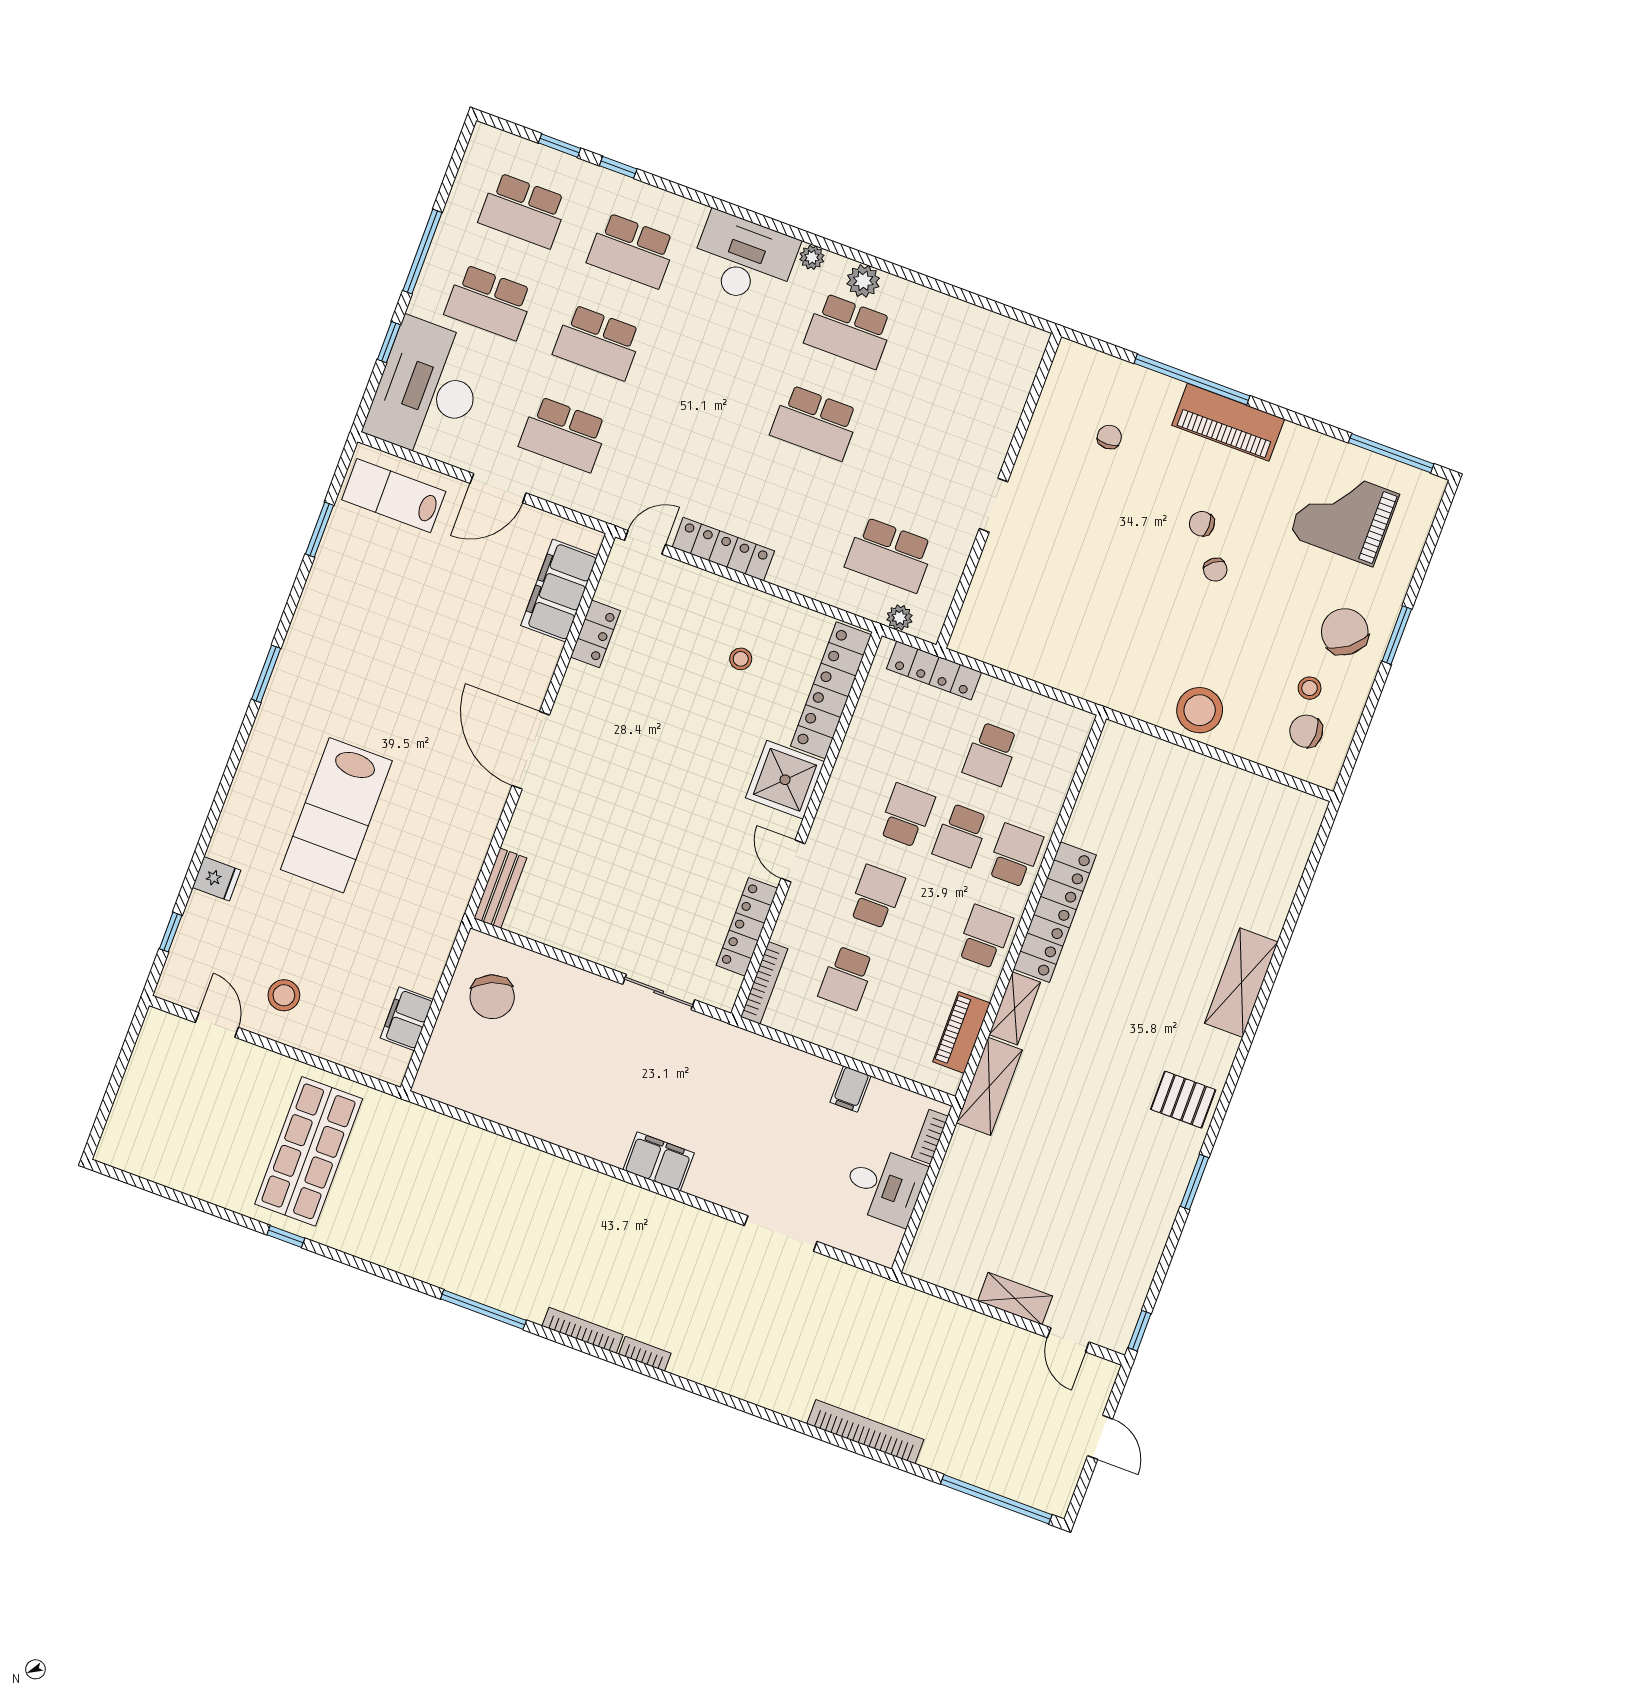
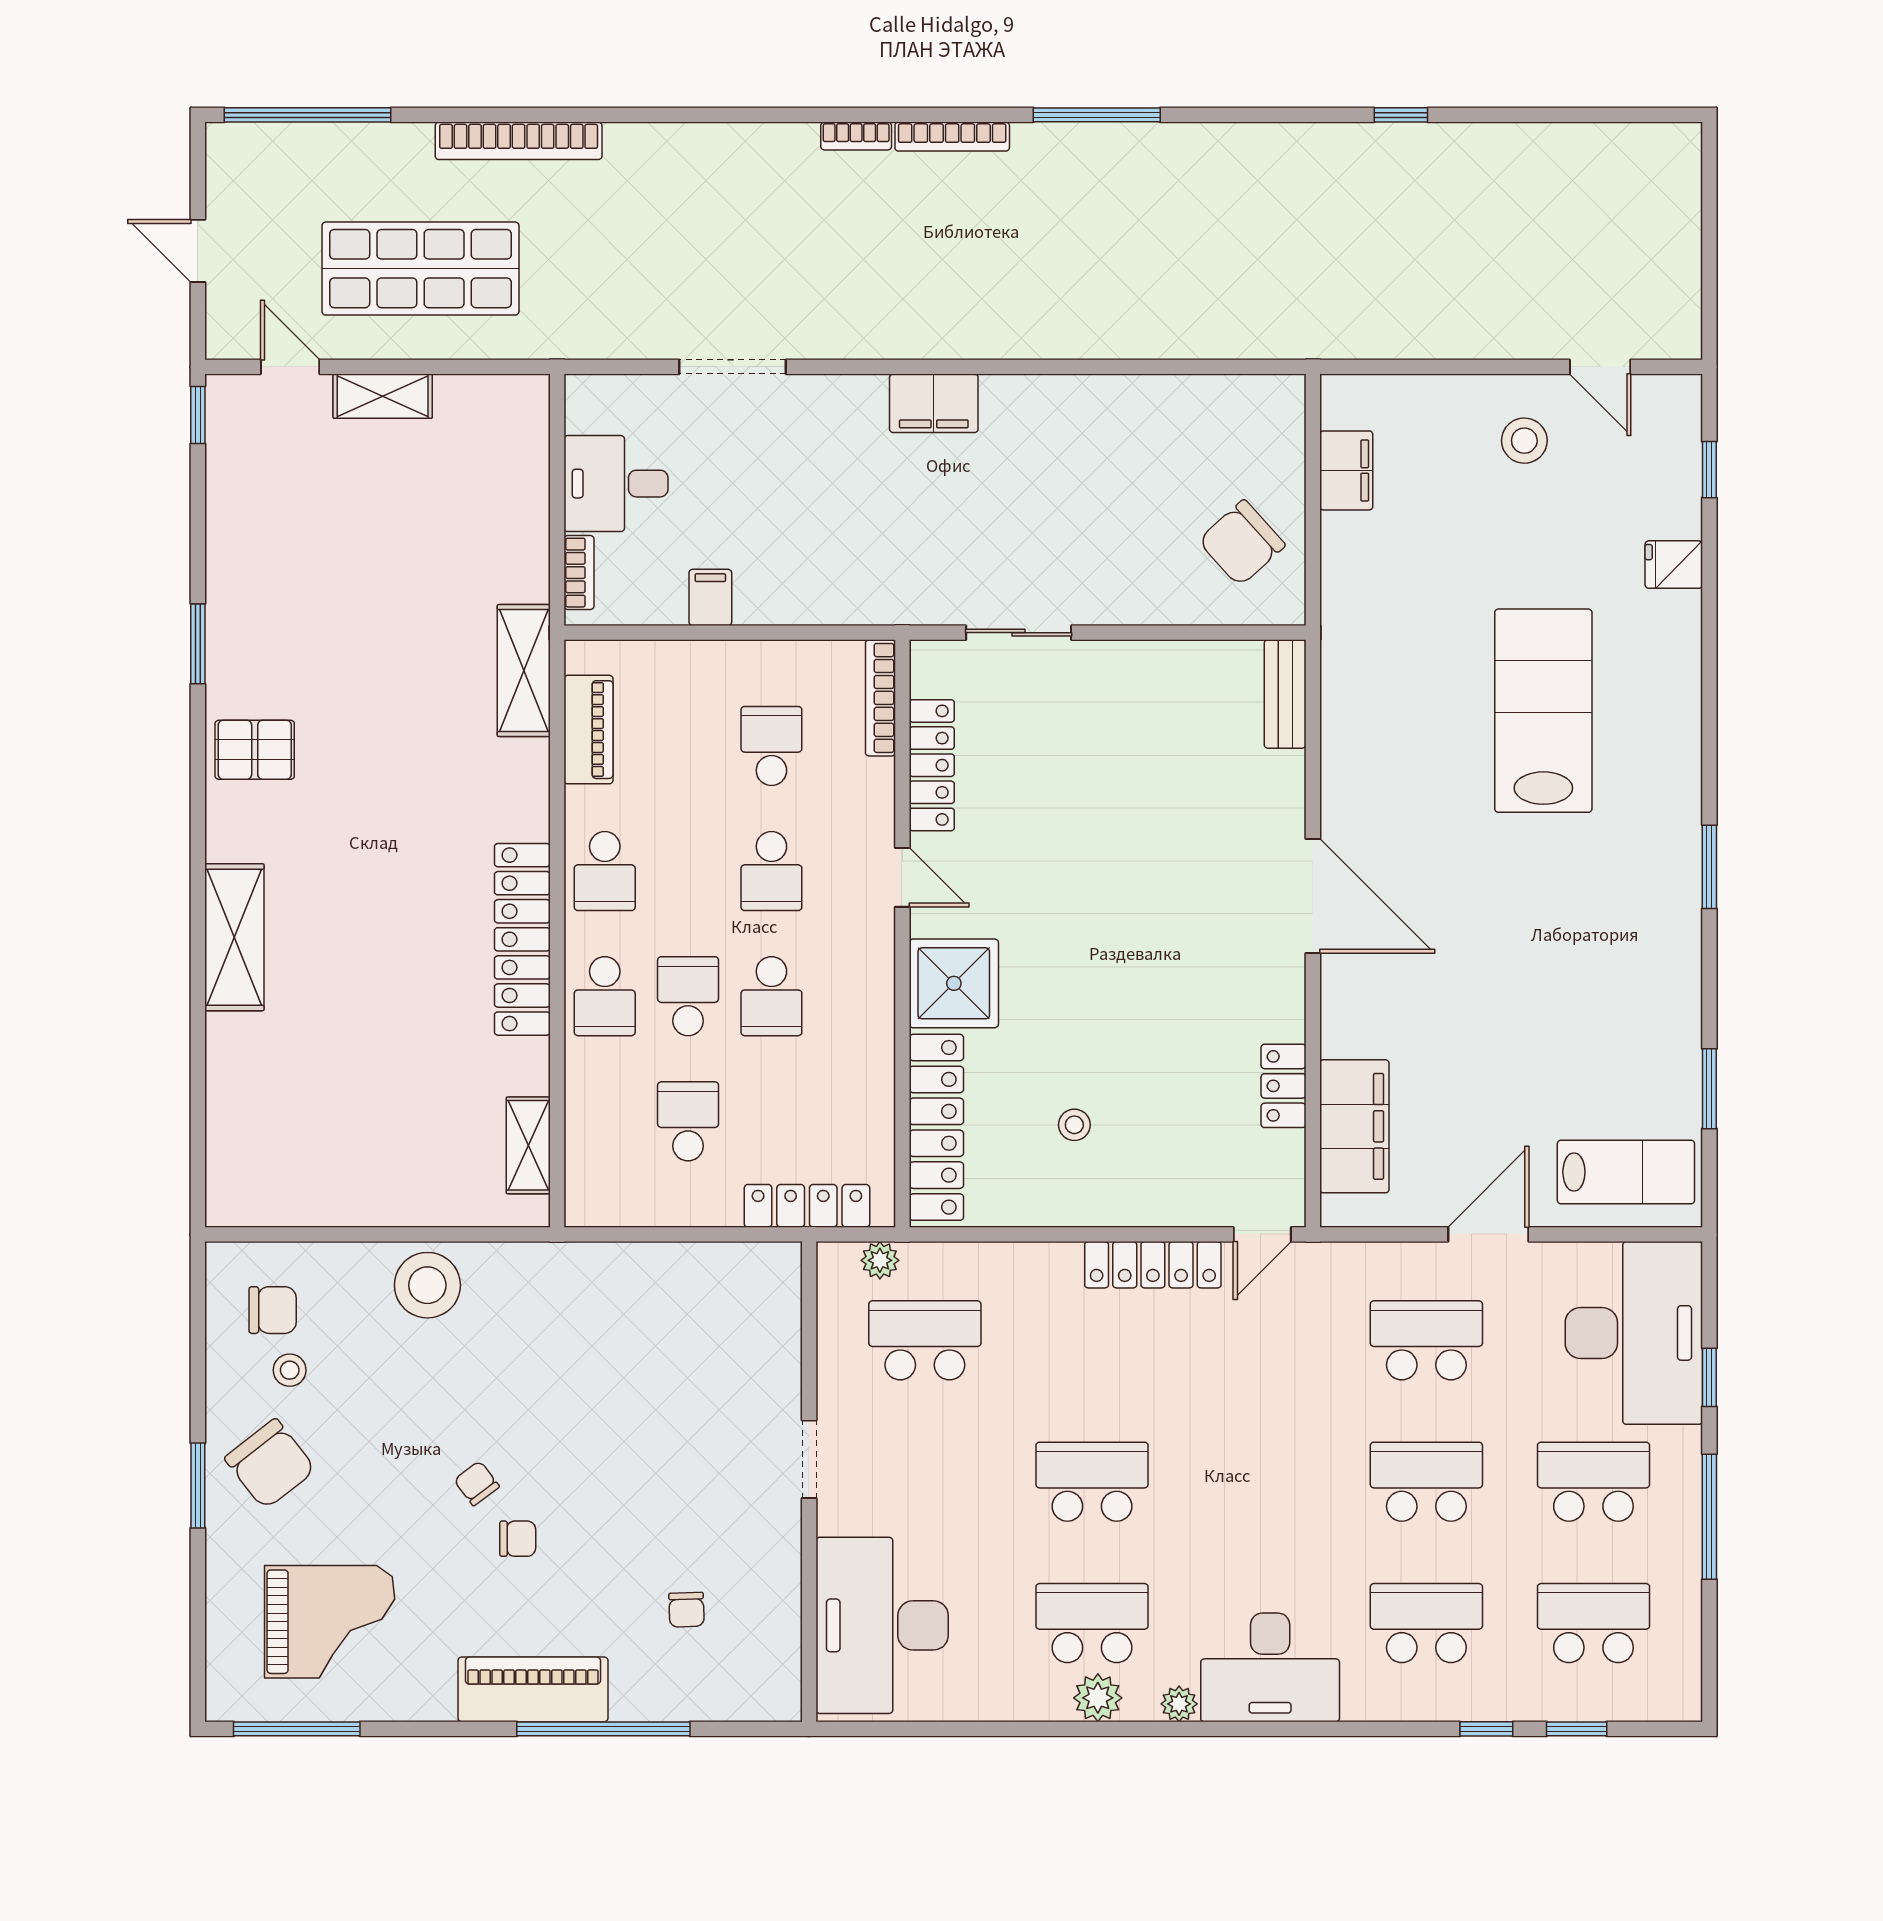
desk: (986, 380) -> (882, 1625), added
chair: (492, 997) -> (1242, 543), turned -109
shelving: (1015, 1008) -> (528, 1145), moved
shop shelf: (309, 1151) -> (420, 269), moved, turned 90

